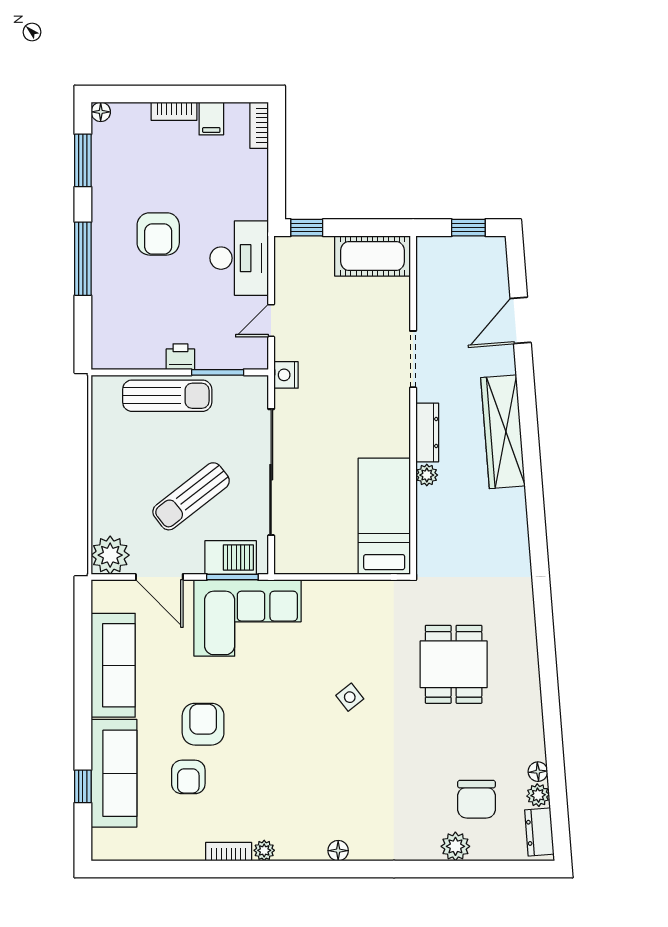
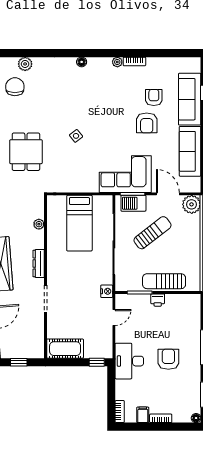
desk: (239, 258) -> (129, 361), moved
plant: (427, 475) -> (39, 224), moved
bed: (384, 516) -> (79, 223), moved

